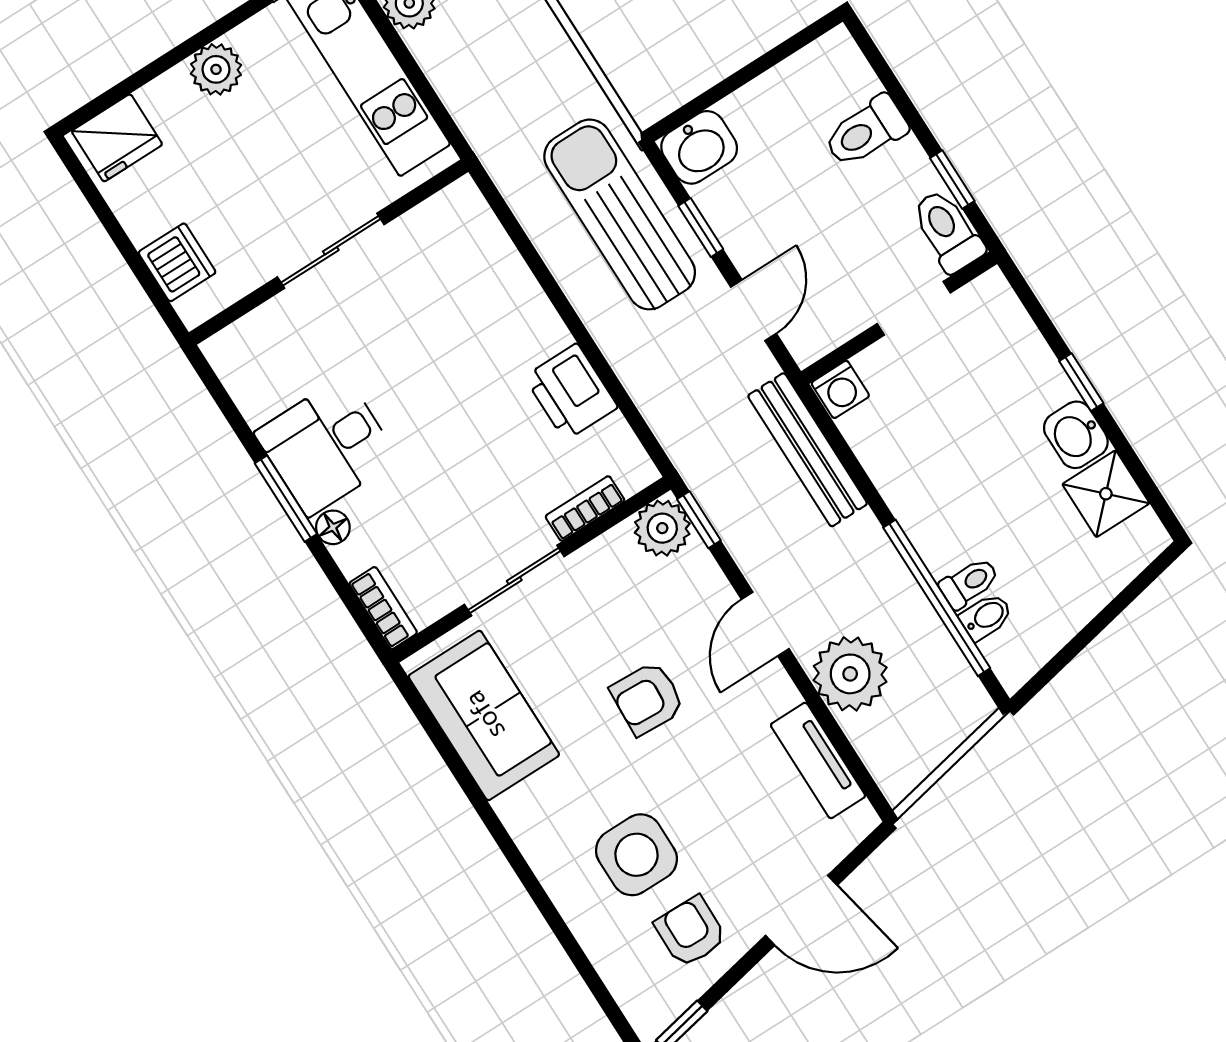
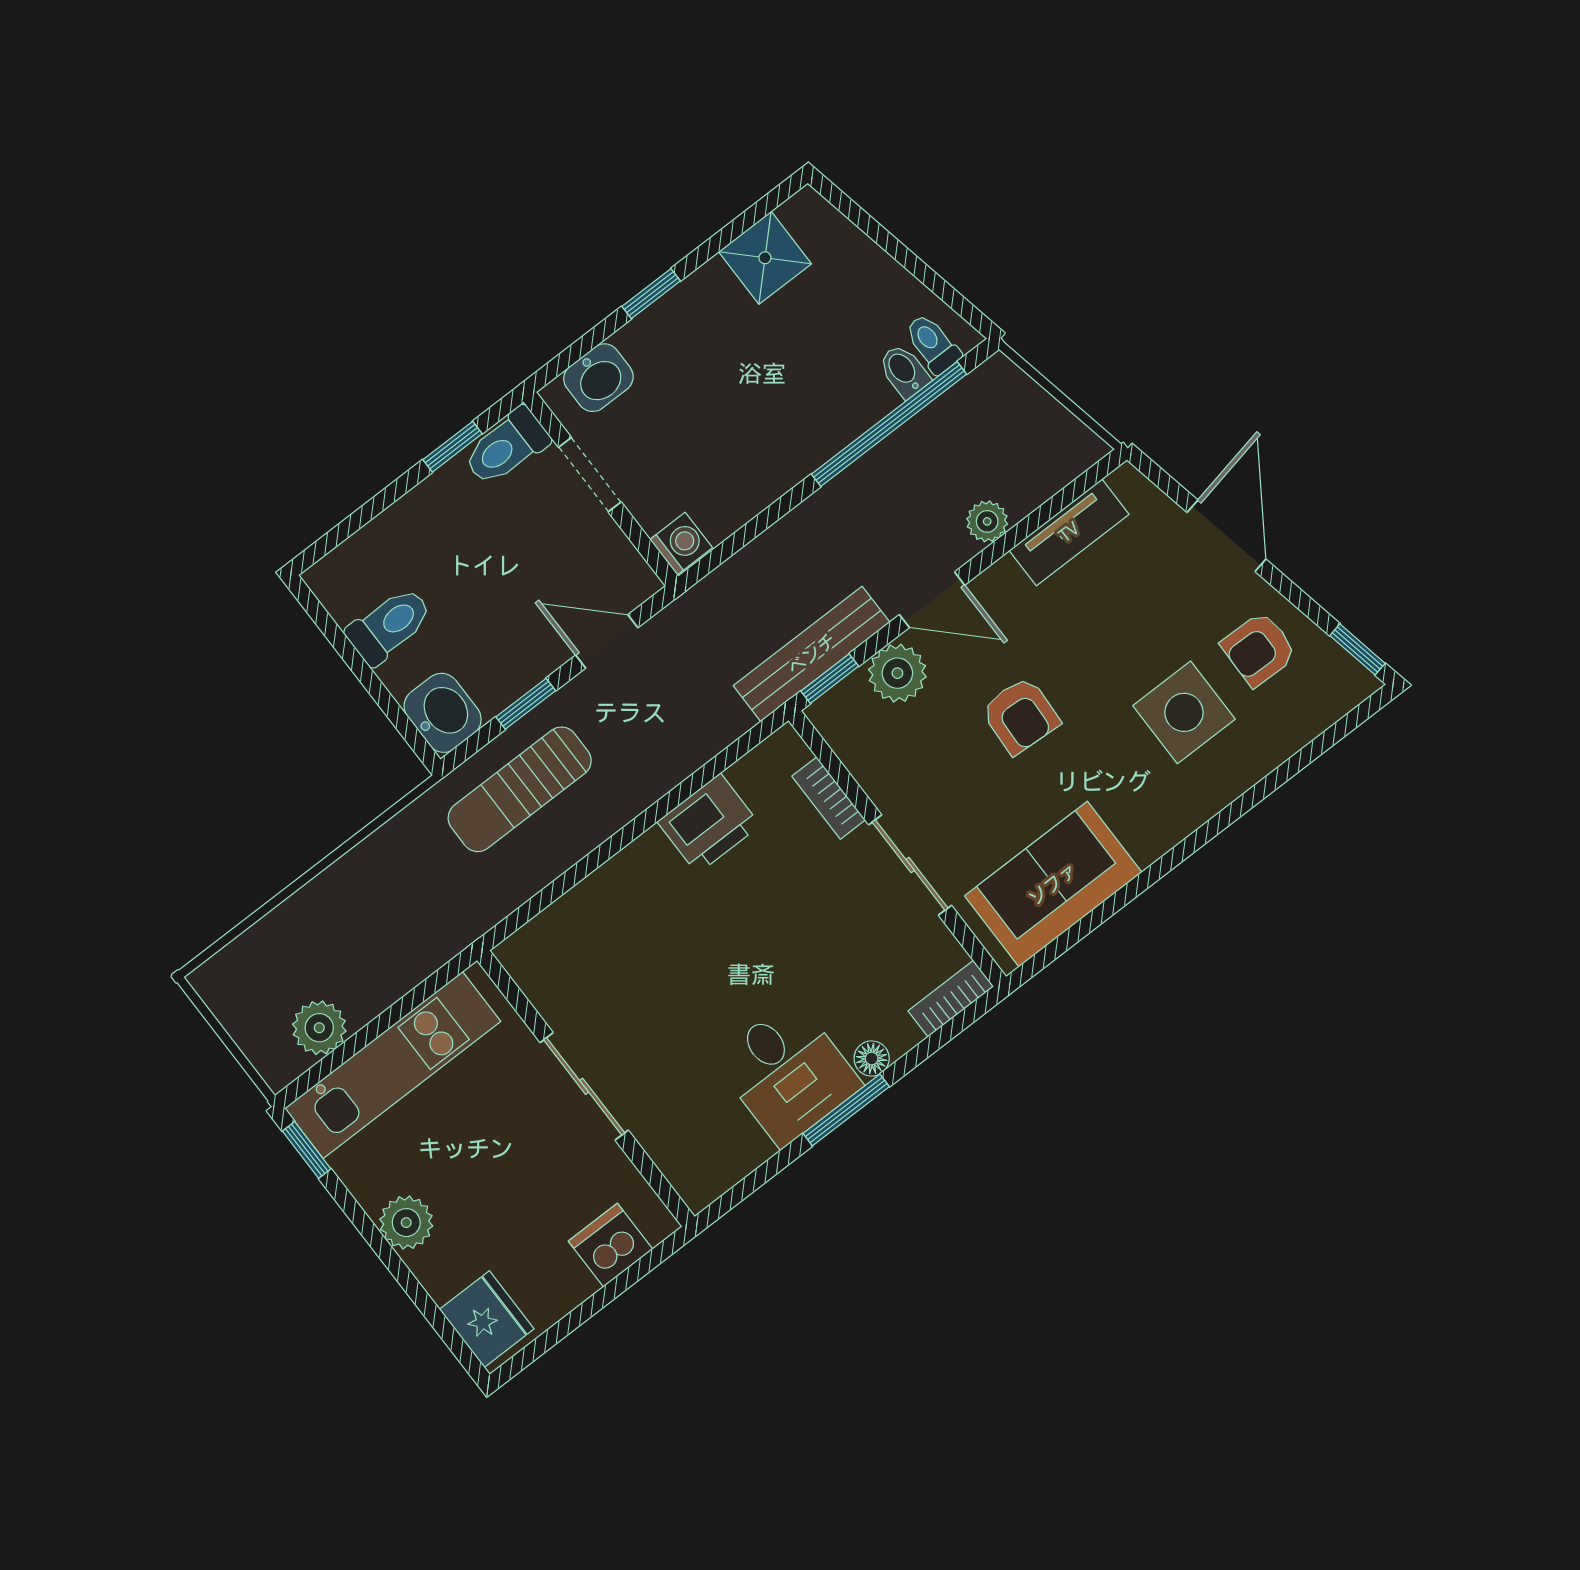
toilet: (866, 132) -> (389, 626), moved, turned -90
sun lounger: (620, 214) -> (520, 789), width x0.73, depth x0.75
washbasin: (1076, 435) -> (598, 378), moved
bench: (808, 450) -> (812, 654), moved
plant: (662, 528) -> (897, 673), moved
toilet: (969, 583) -> (932, 344), moved
plant: (850, 674) -> (987, 521), width x0.53, depth x0.53

